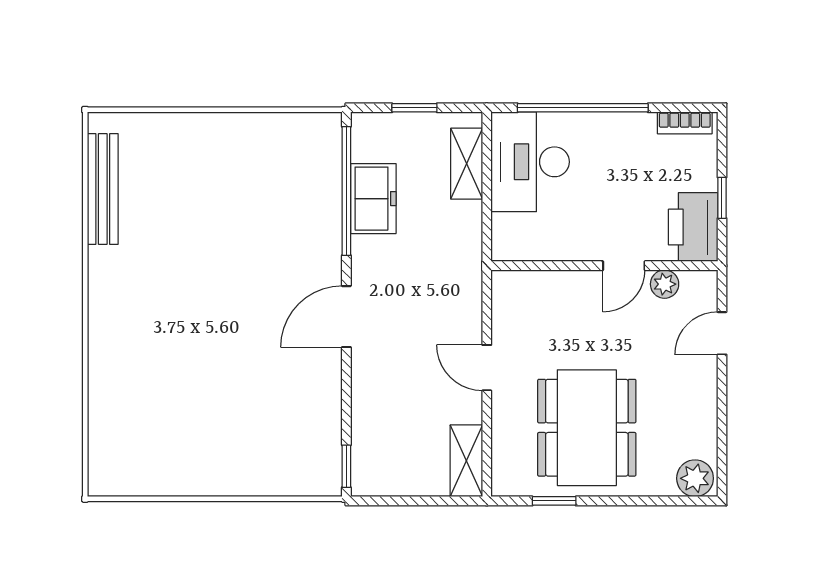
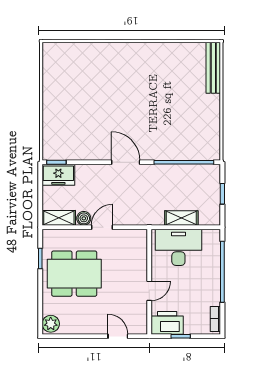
desk: (530, 162) -> (178, 247), moved
shelving: (467, 164) -> (181, 218), moved
bench: (103, 189) -> (213, 68), moved, turned 90
freezer: (373, 199) -> (58, 175), moved
door: (624, 266) -> (149, 291), swing flipped
plant: (665, 284) -> (141, 310), removed
boiler: (468, 407) -> (84, 218), added

